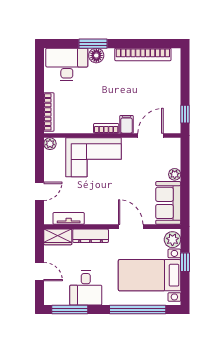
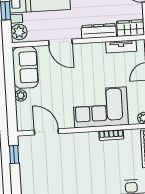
filing cabinet: (126, 124) -> (70, 141), removed
bookcase: (106, 128) -> (111, 135), moved
door: (150, 135) -> (46, 132), swing flipped

